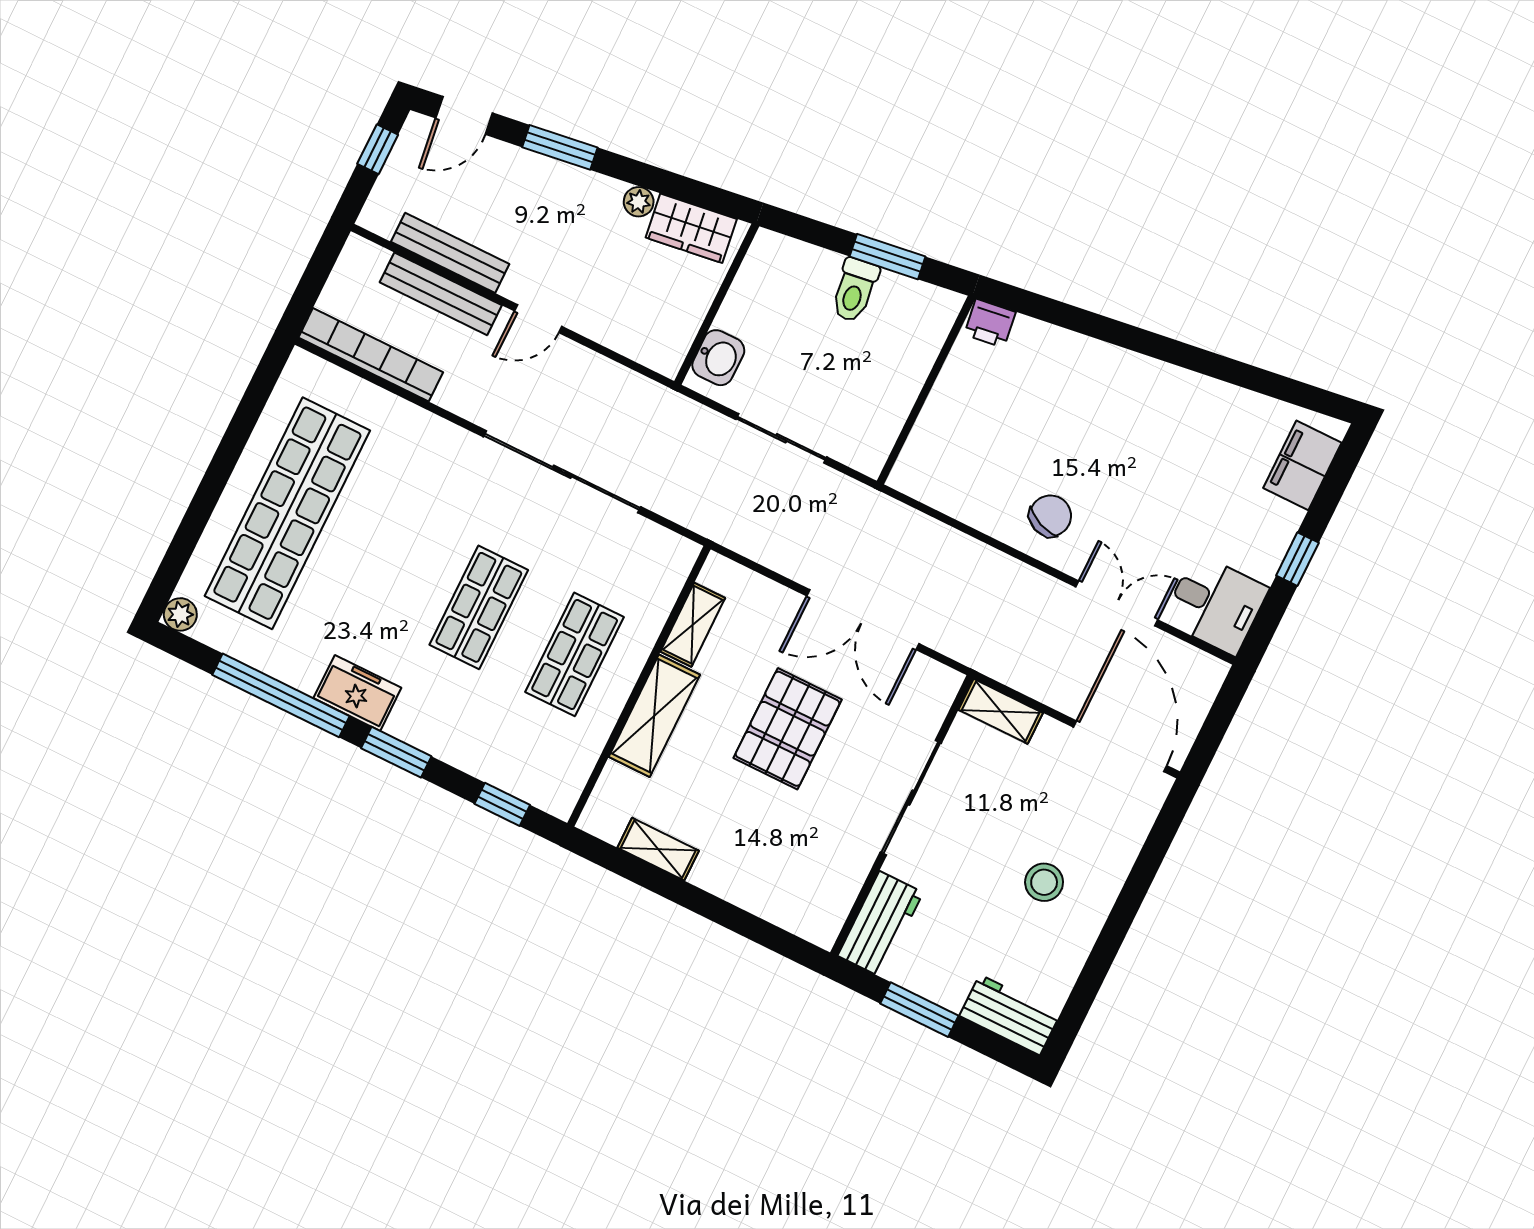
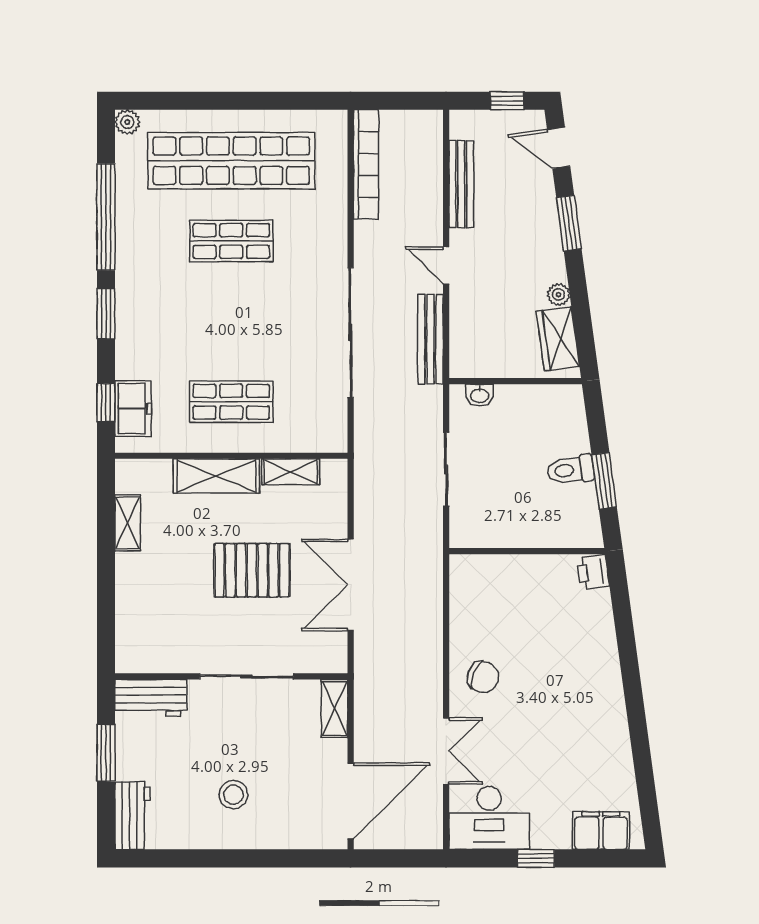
bench: (441, 294) -> (430, 339), moved
washbasin: (718, 358) -> (480, 395), width x0.72, depth x0.69
desk: (1215, 604) -> (489, 818), width x1.37
shop shelf: (479, 607) -> (231, 241), moved
freezer: (357, 693) -> (133, 409), moved

